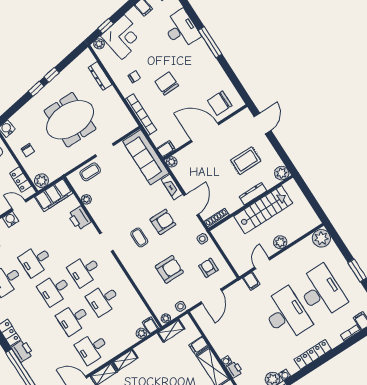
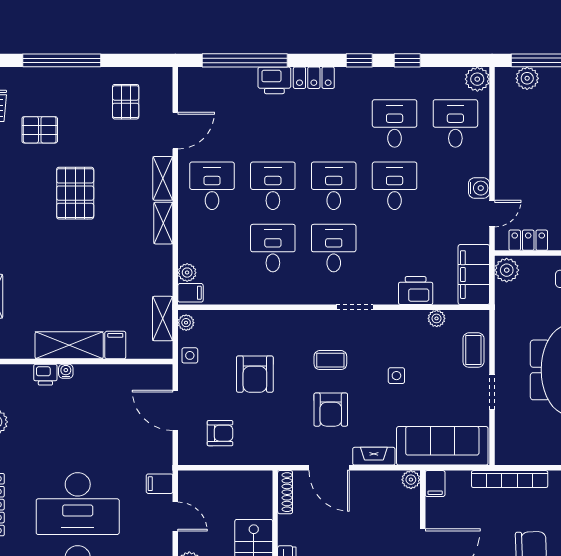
side table: (202, 239) -> (396, 376), moved

